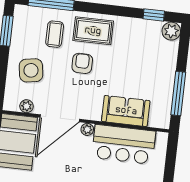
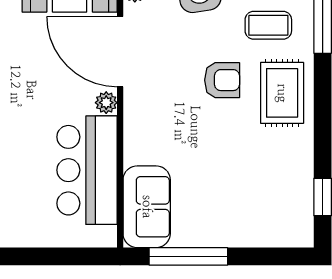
plant: (171, 31) -> (298, 231), removed
sofa: (126, 111) -> (147, 207), moved

